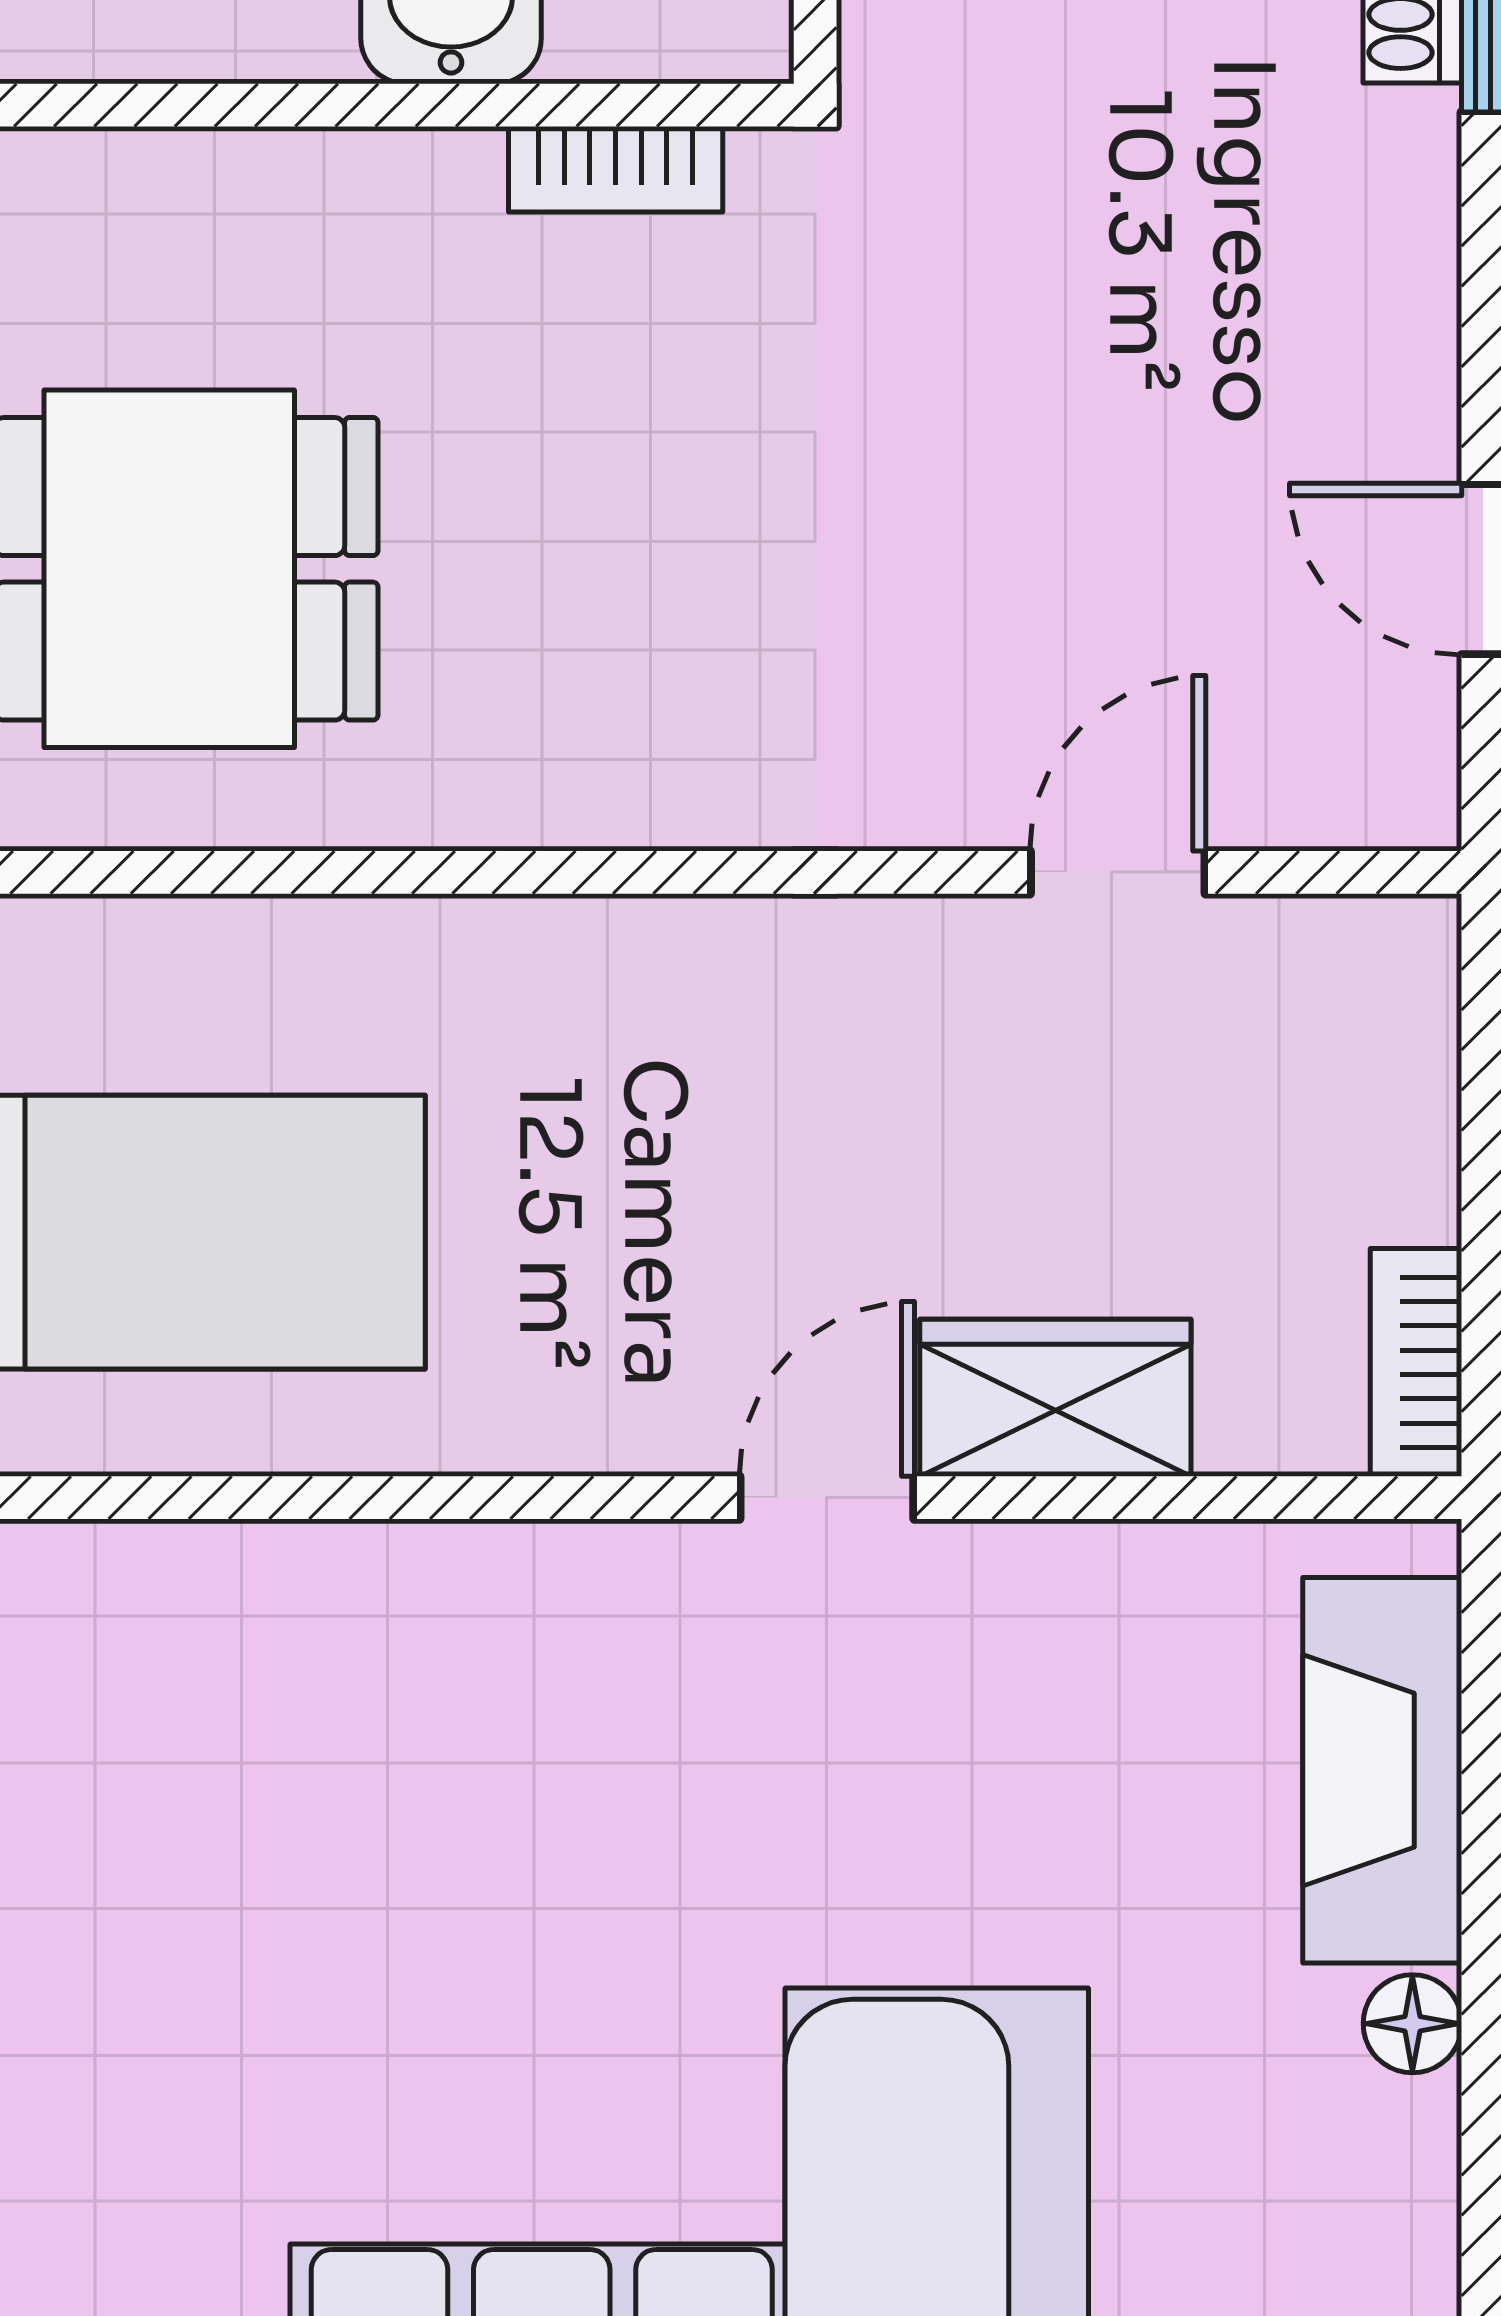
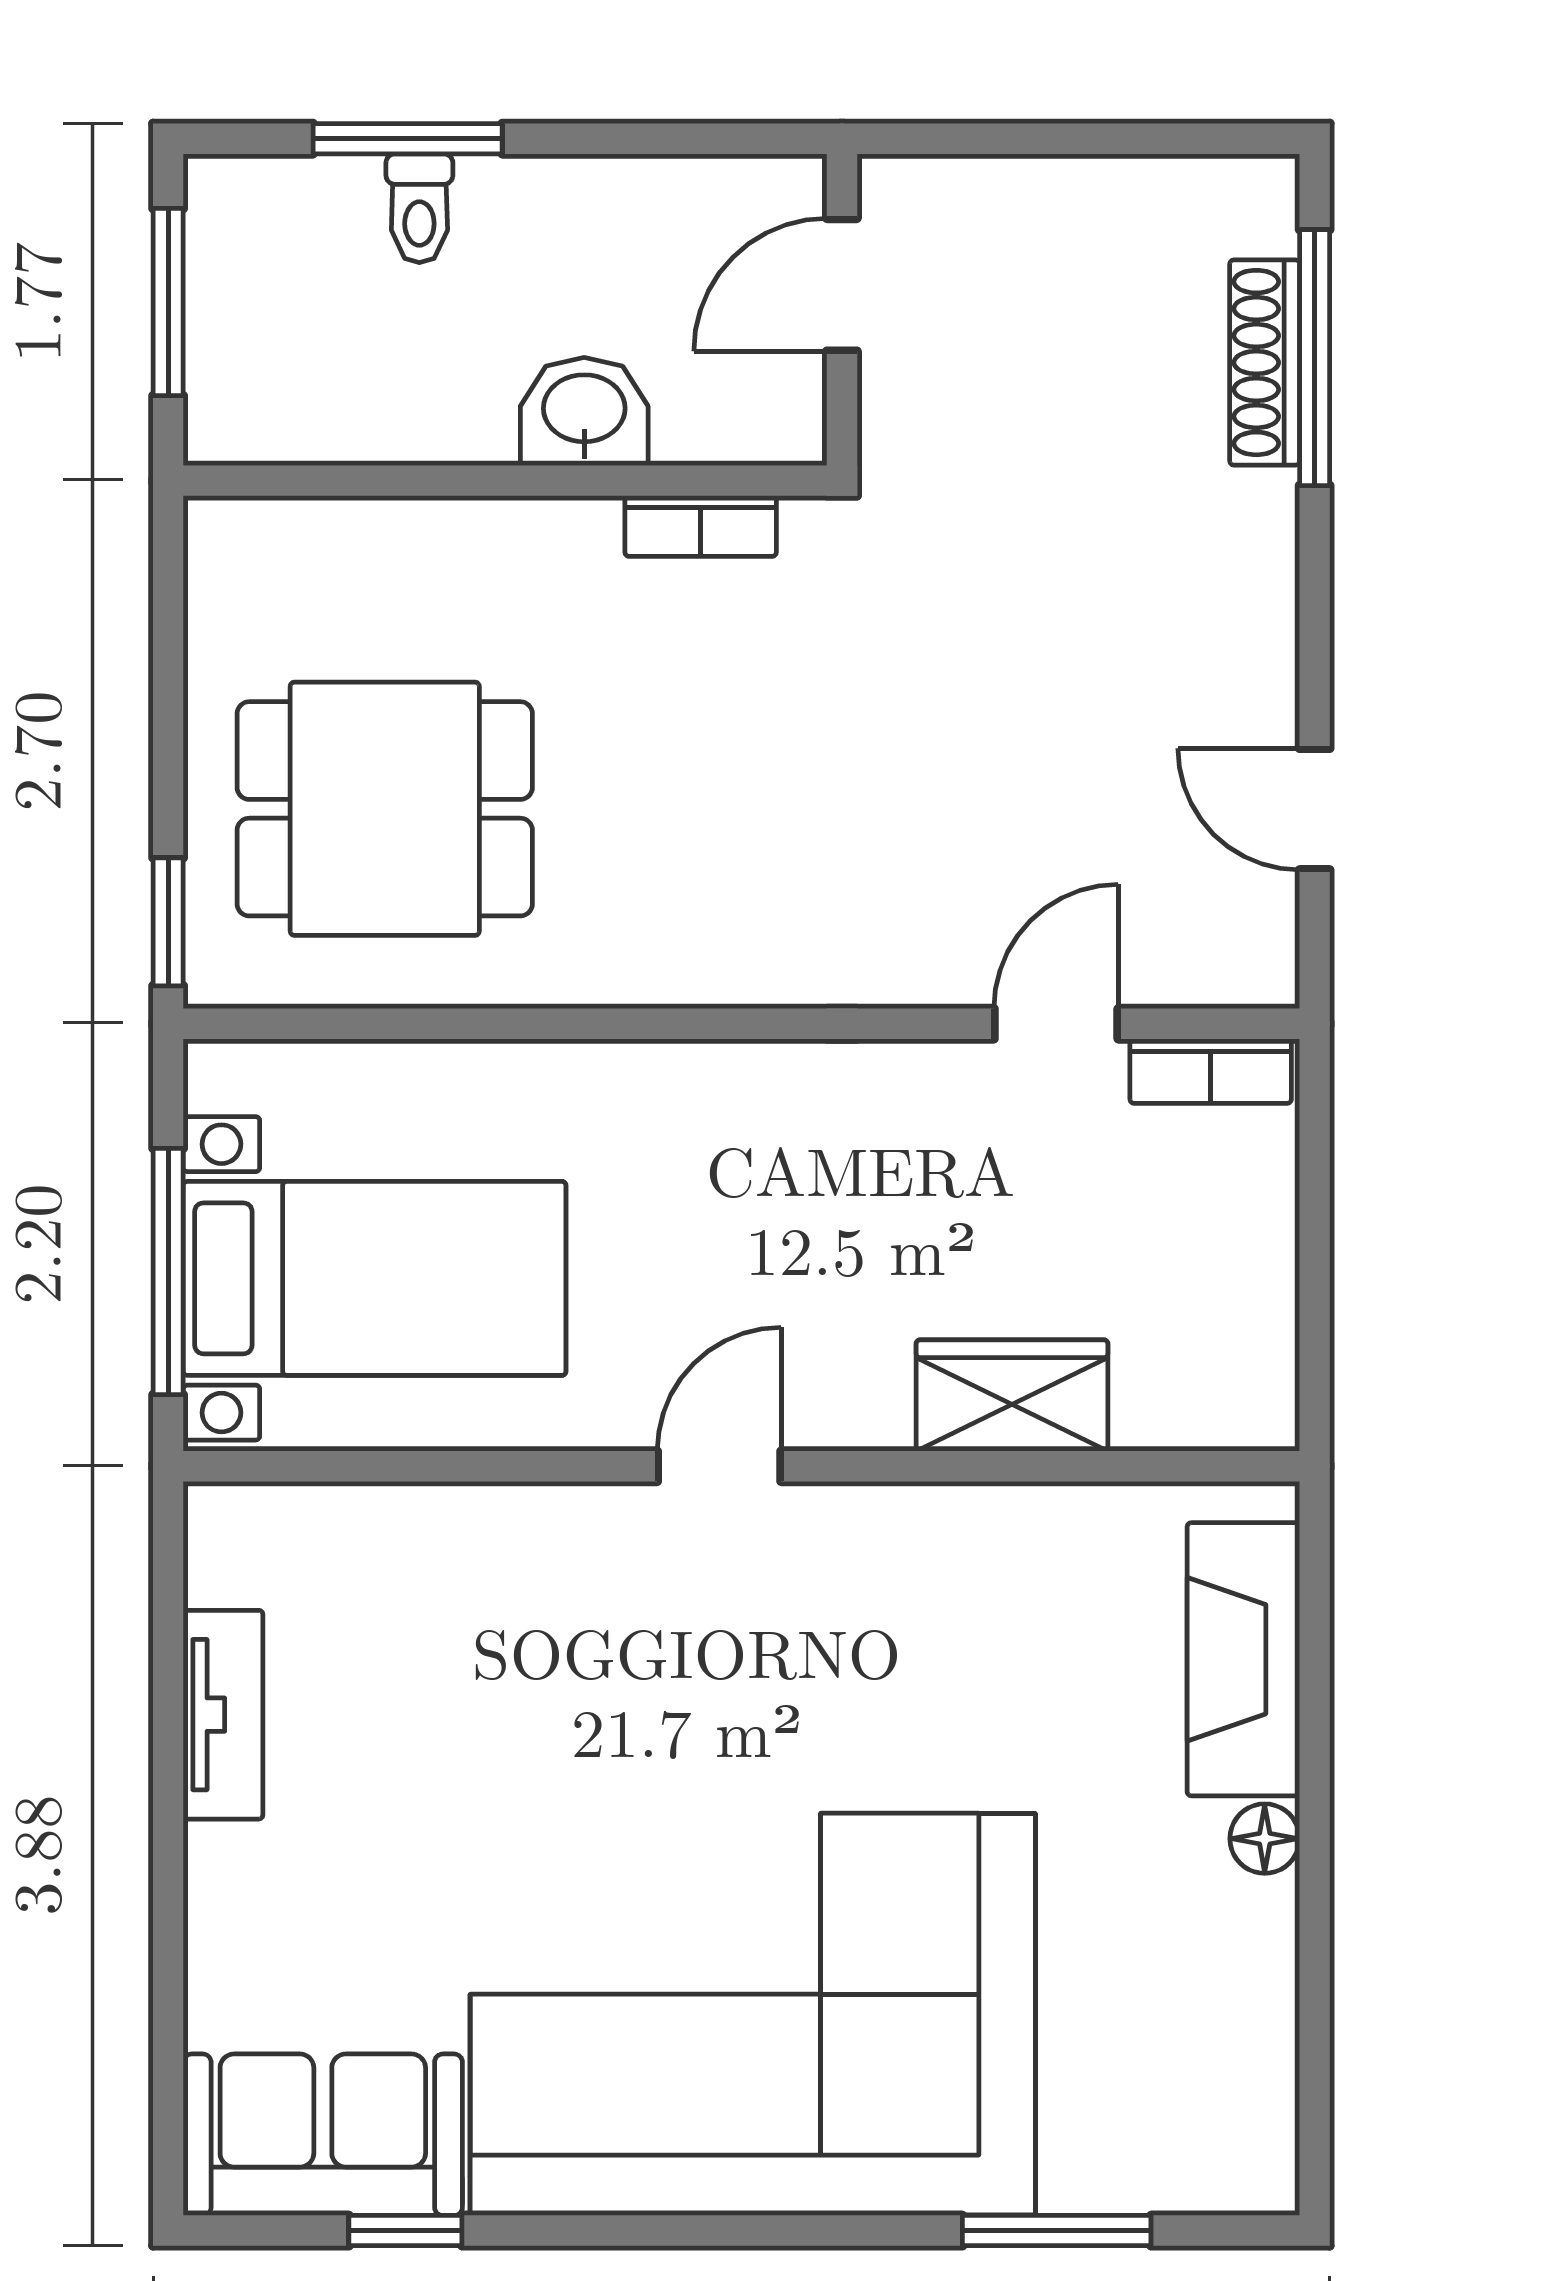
bookcase: (1416, 1362) -> (1211, 1071), moved, turned -90
door: (827, 1498) -> (719, 1466), moved

